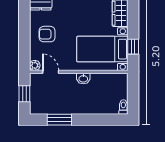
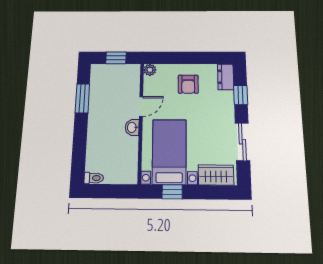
armchair: (47, 34) -> (188, 84), turned 180
door: (51, 72) -> (141, 106), moved

